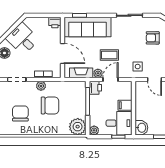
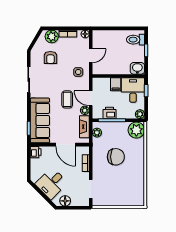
door: (62, 54) -> (66, 145), swing flipped
plant: (41, 86) -> (97, 133), moved
printer: (95, 88) -> (110, 113), moved
chair: (50, 105) -> (116, 157), turned 90
chair: (20, 113) -> (124, 185), removed

